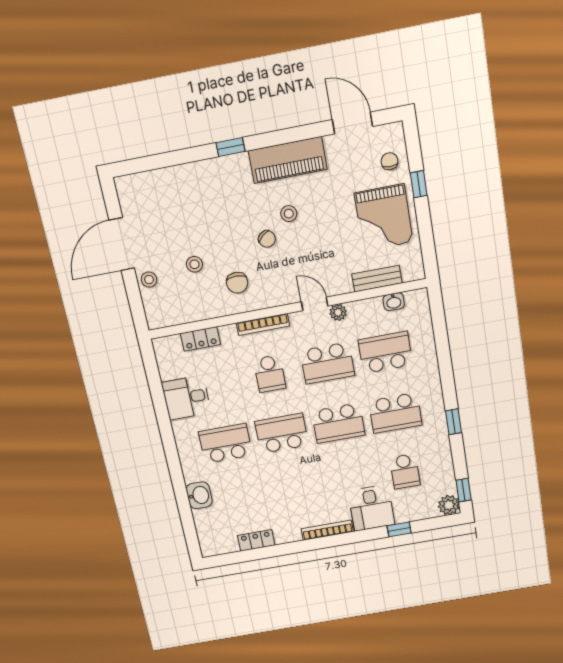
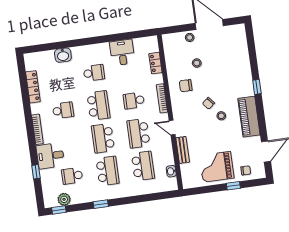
bench: (377, 279) -> (183, 150), moved
door: (315, 304) -> (172, 128), swing flipped
plant: (338, 312) -> (167, 140), removed
school desk: (395, 413) -> (108, 171), turned 180
school desk: (225, 443) -> (94, 73), width x0.54
school desk: (293, 491) -> (63, 110), added
plant: (449, 505) -> (64, 199), moved
locker: (256, 540) -> (33, 87), width x1.53

